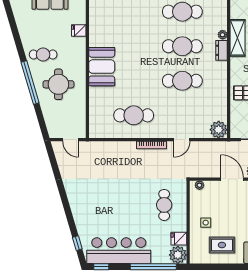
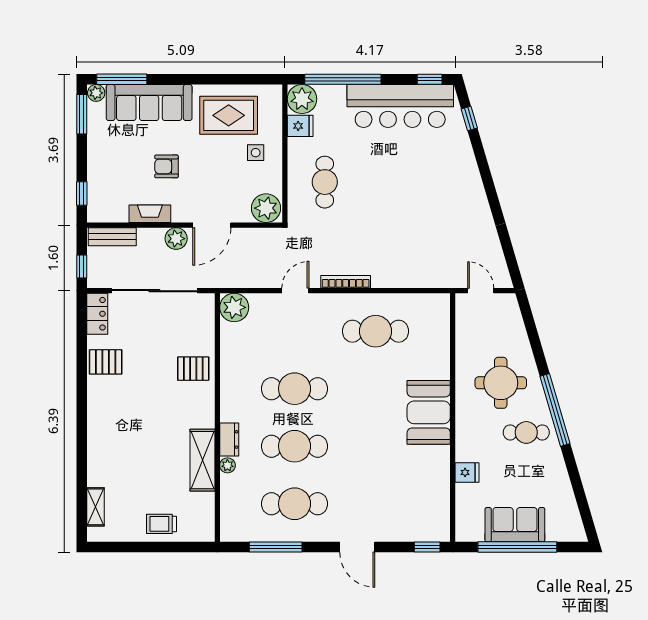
window: (30, 82) -> (555, 410), moved
door: (232, 179) -> (212, 225), hinge flipped
plant: (199, 185) -> (266, 208), width x1.88, depth x1.88
rug: (222, 245) -> (229, 115), width x1.36, depth x1.43

